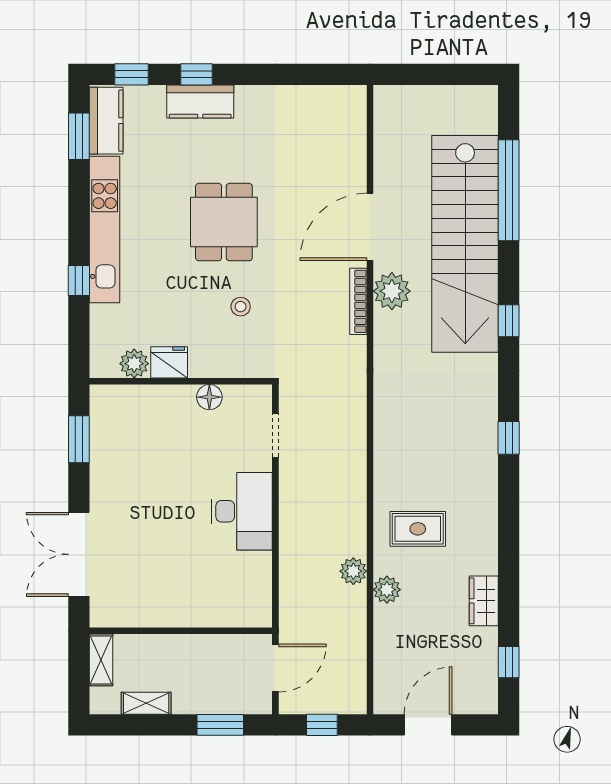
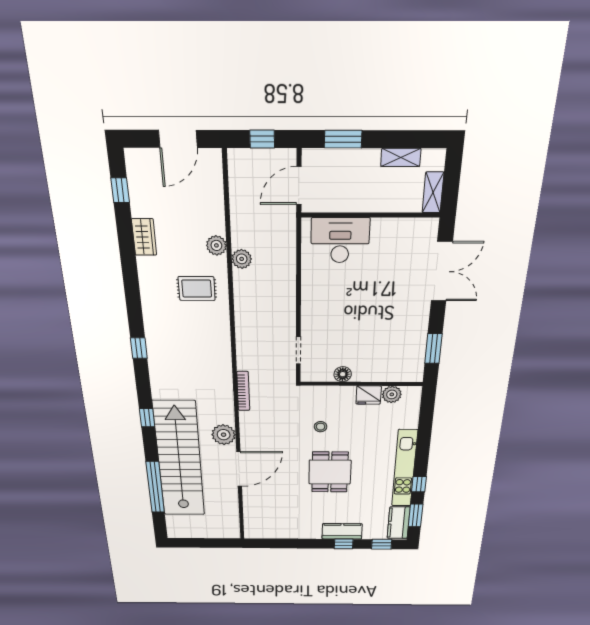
window: (79, 281) -> (419, 484), moved
bookcase: (358, 301) -> (243, 391), moved
desk: (242, 511) -> (340, 240), moved, turned 90

